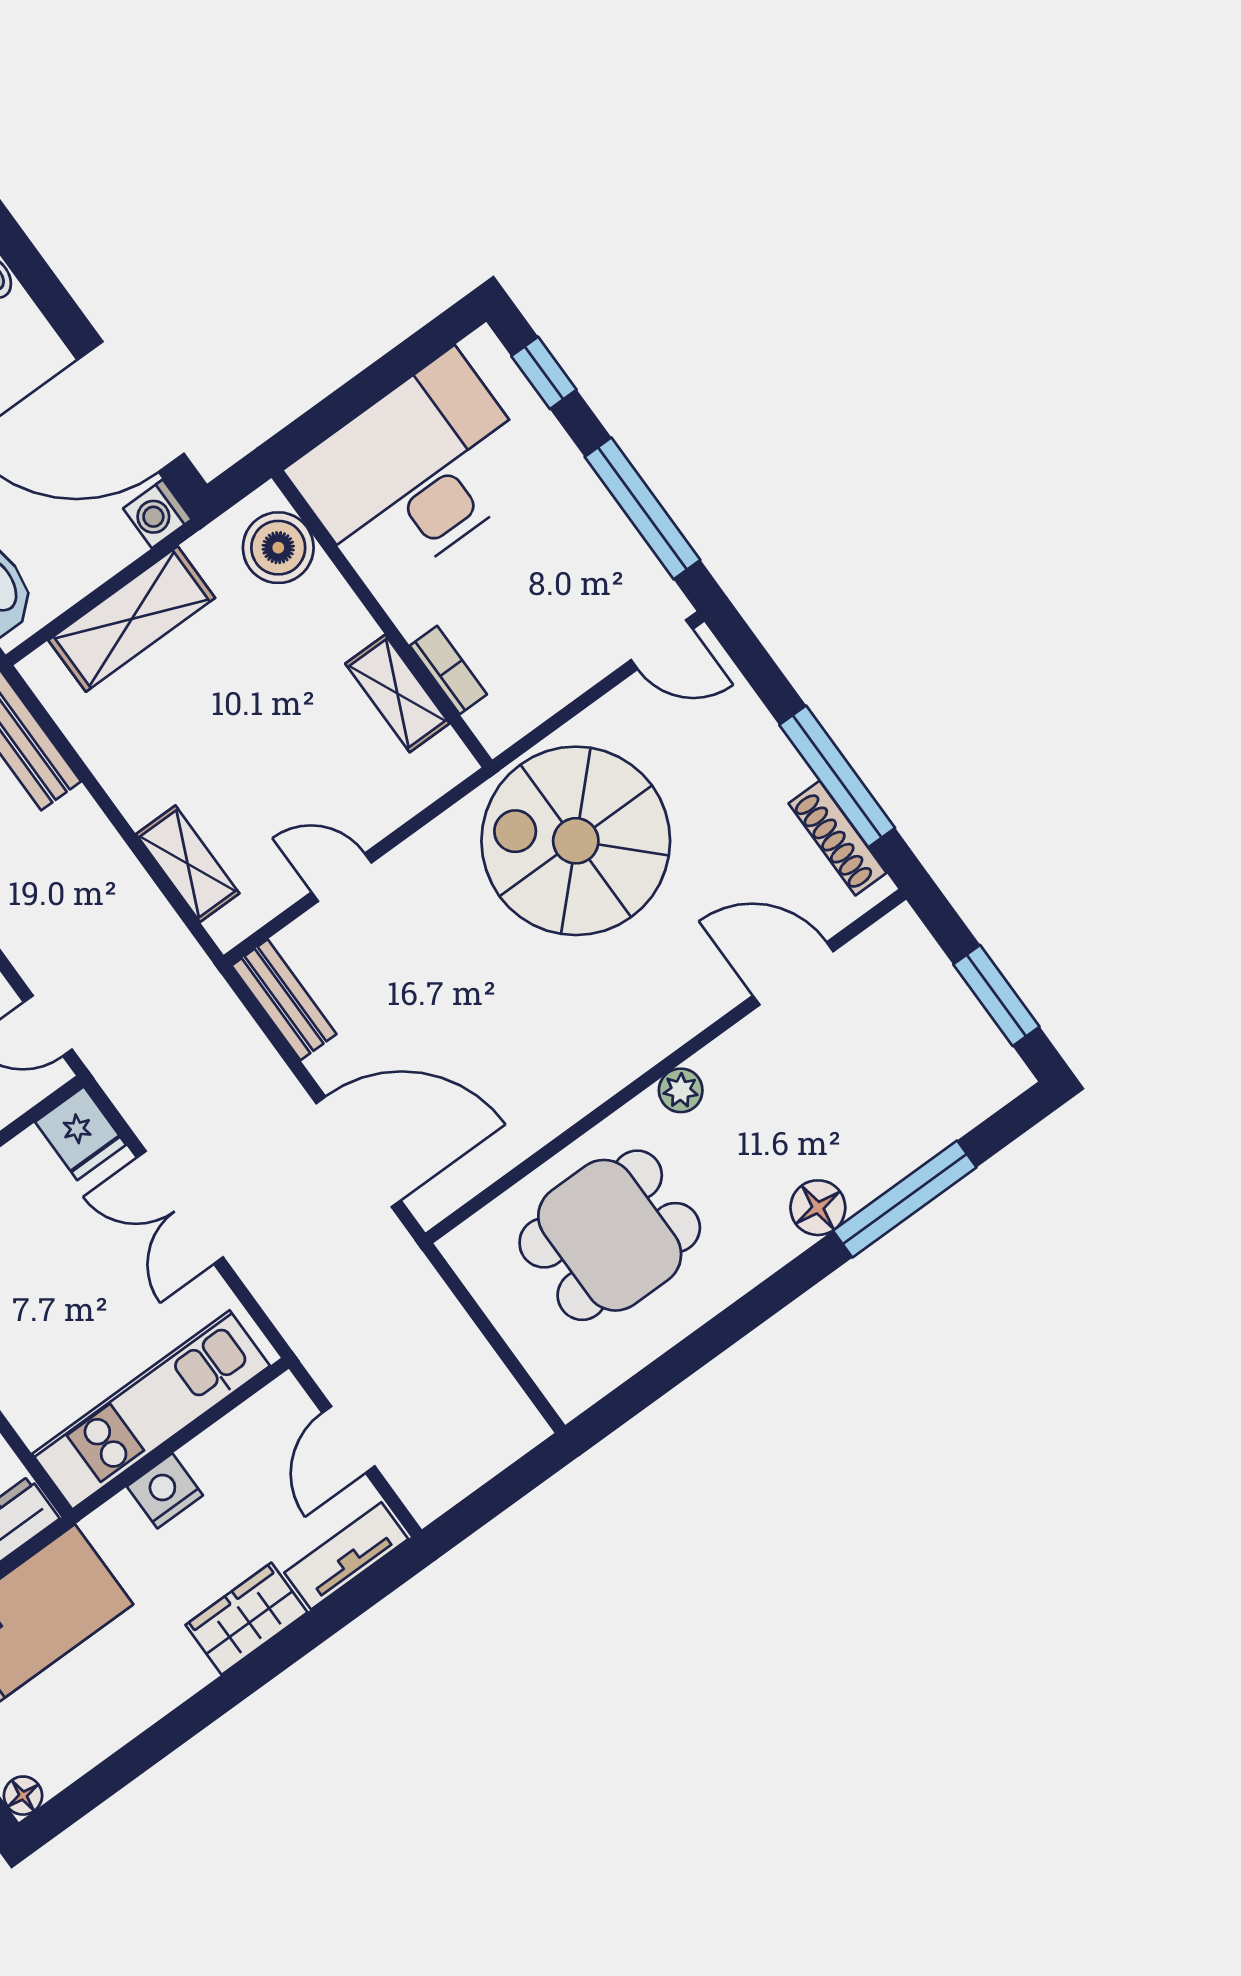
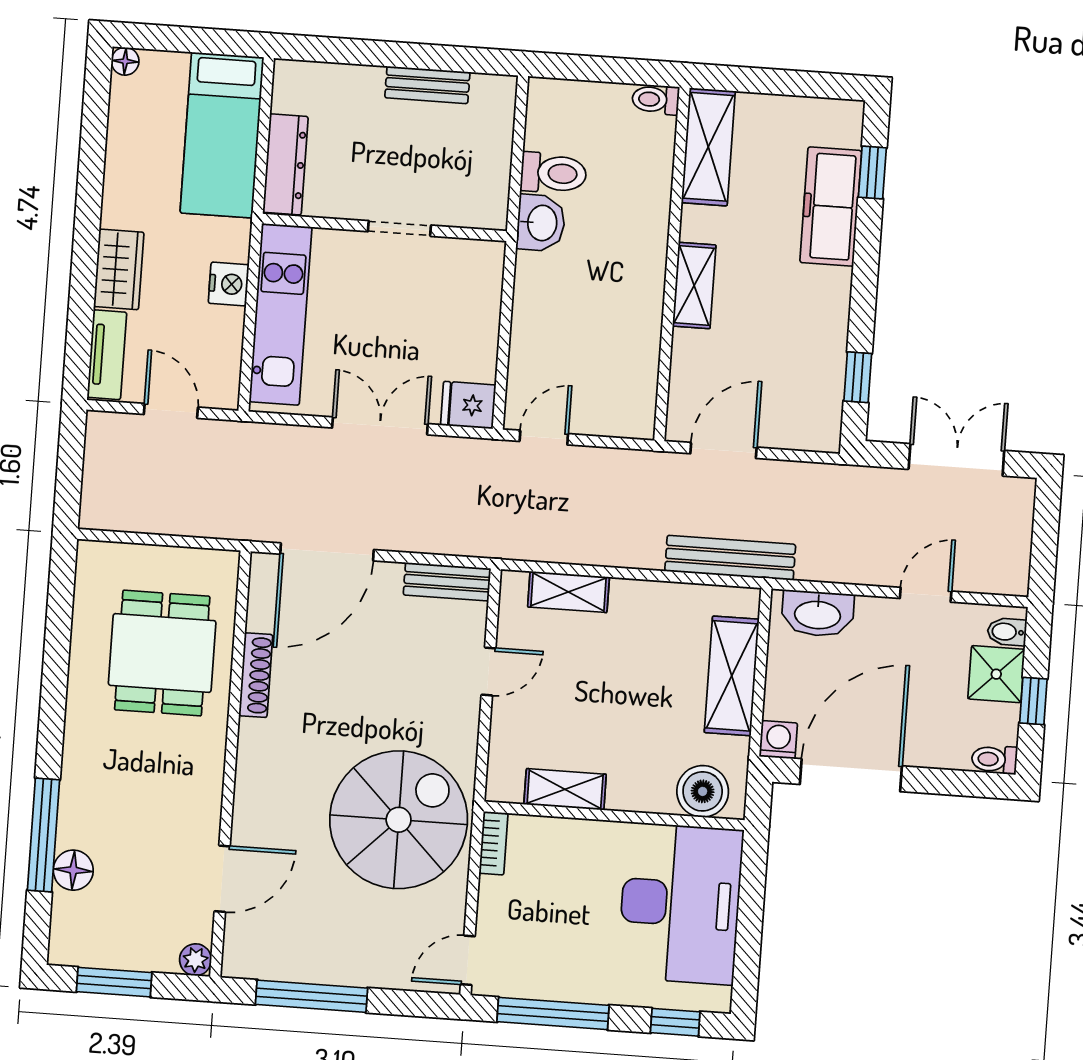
bookcase: (448, 670) -> (494, 843), moved, turned -90
shoe rack: (838, 838) -> (256, 675), moved, turned 90
plant: (681, 1090) -> (195, 960), moved
floor lamp: (818, 1208) -> (73, 870), moved

